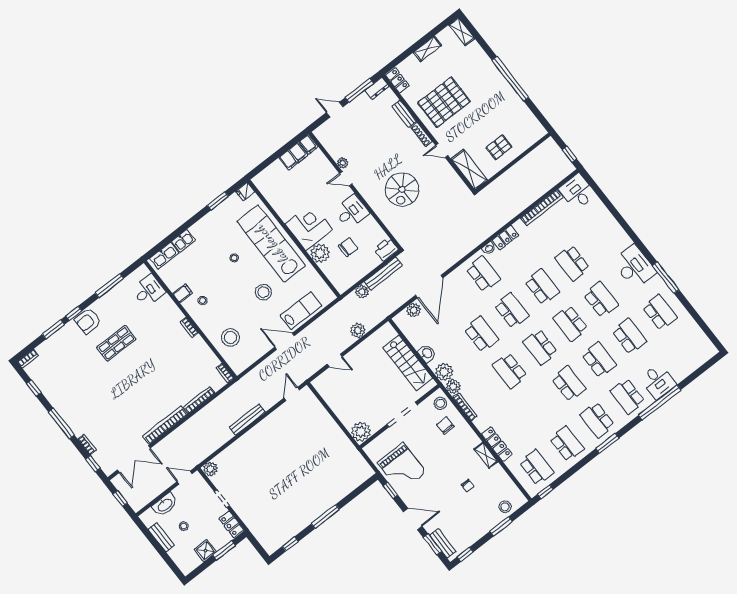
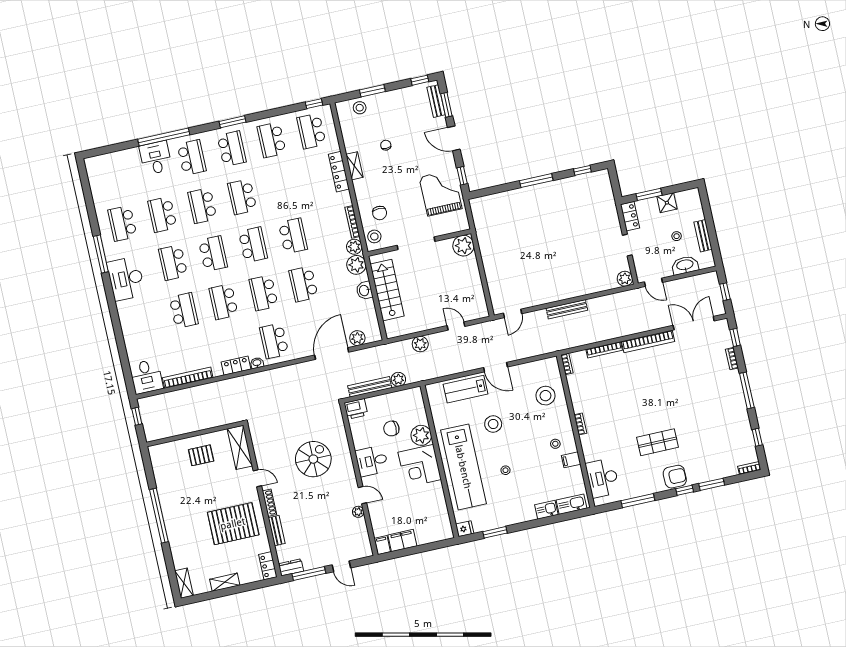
desk: (149, 291) -> (603, 478), width x1.37

